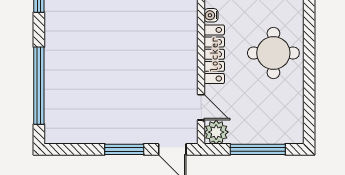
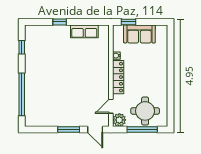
round table: (273, 53) -> (145, 111), moved
door: (201, 107) -> (111, 106), swing flipped

